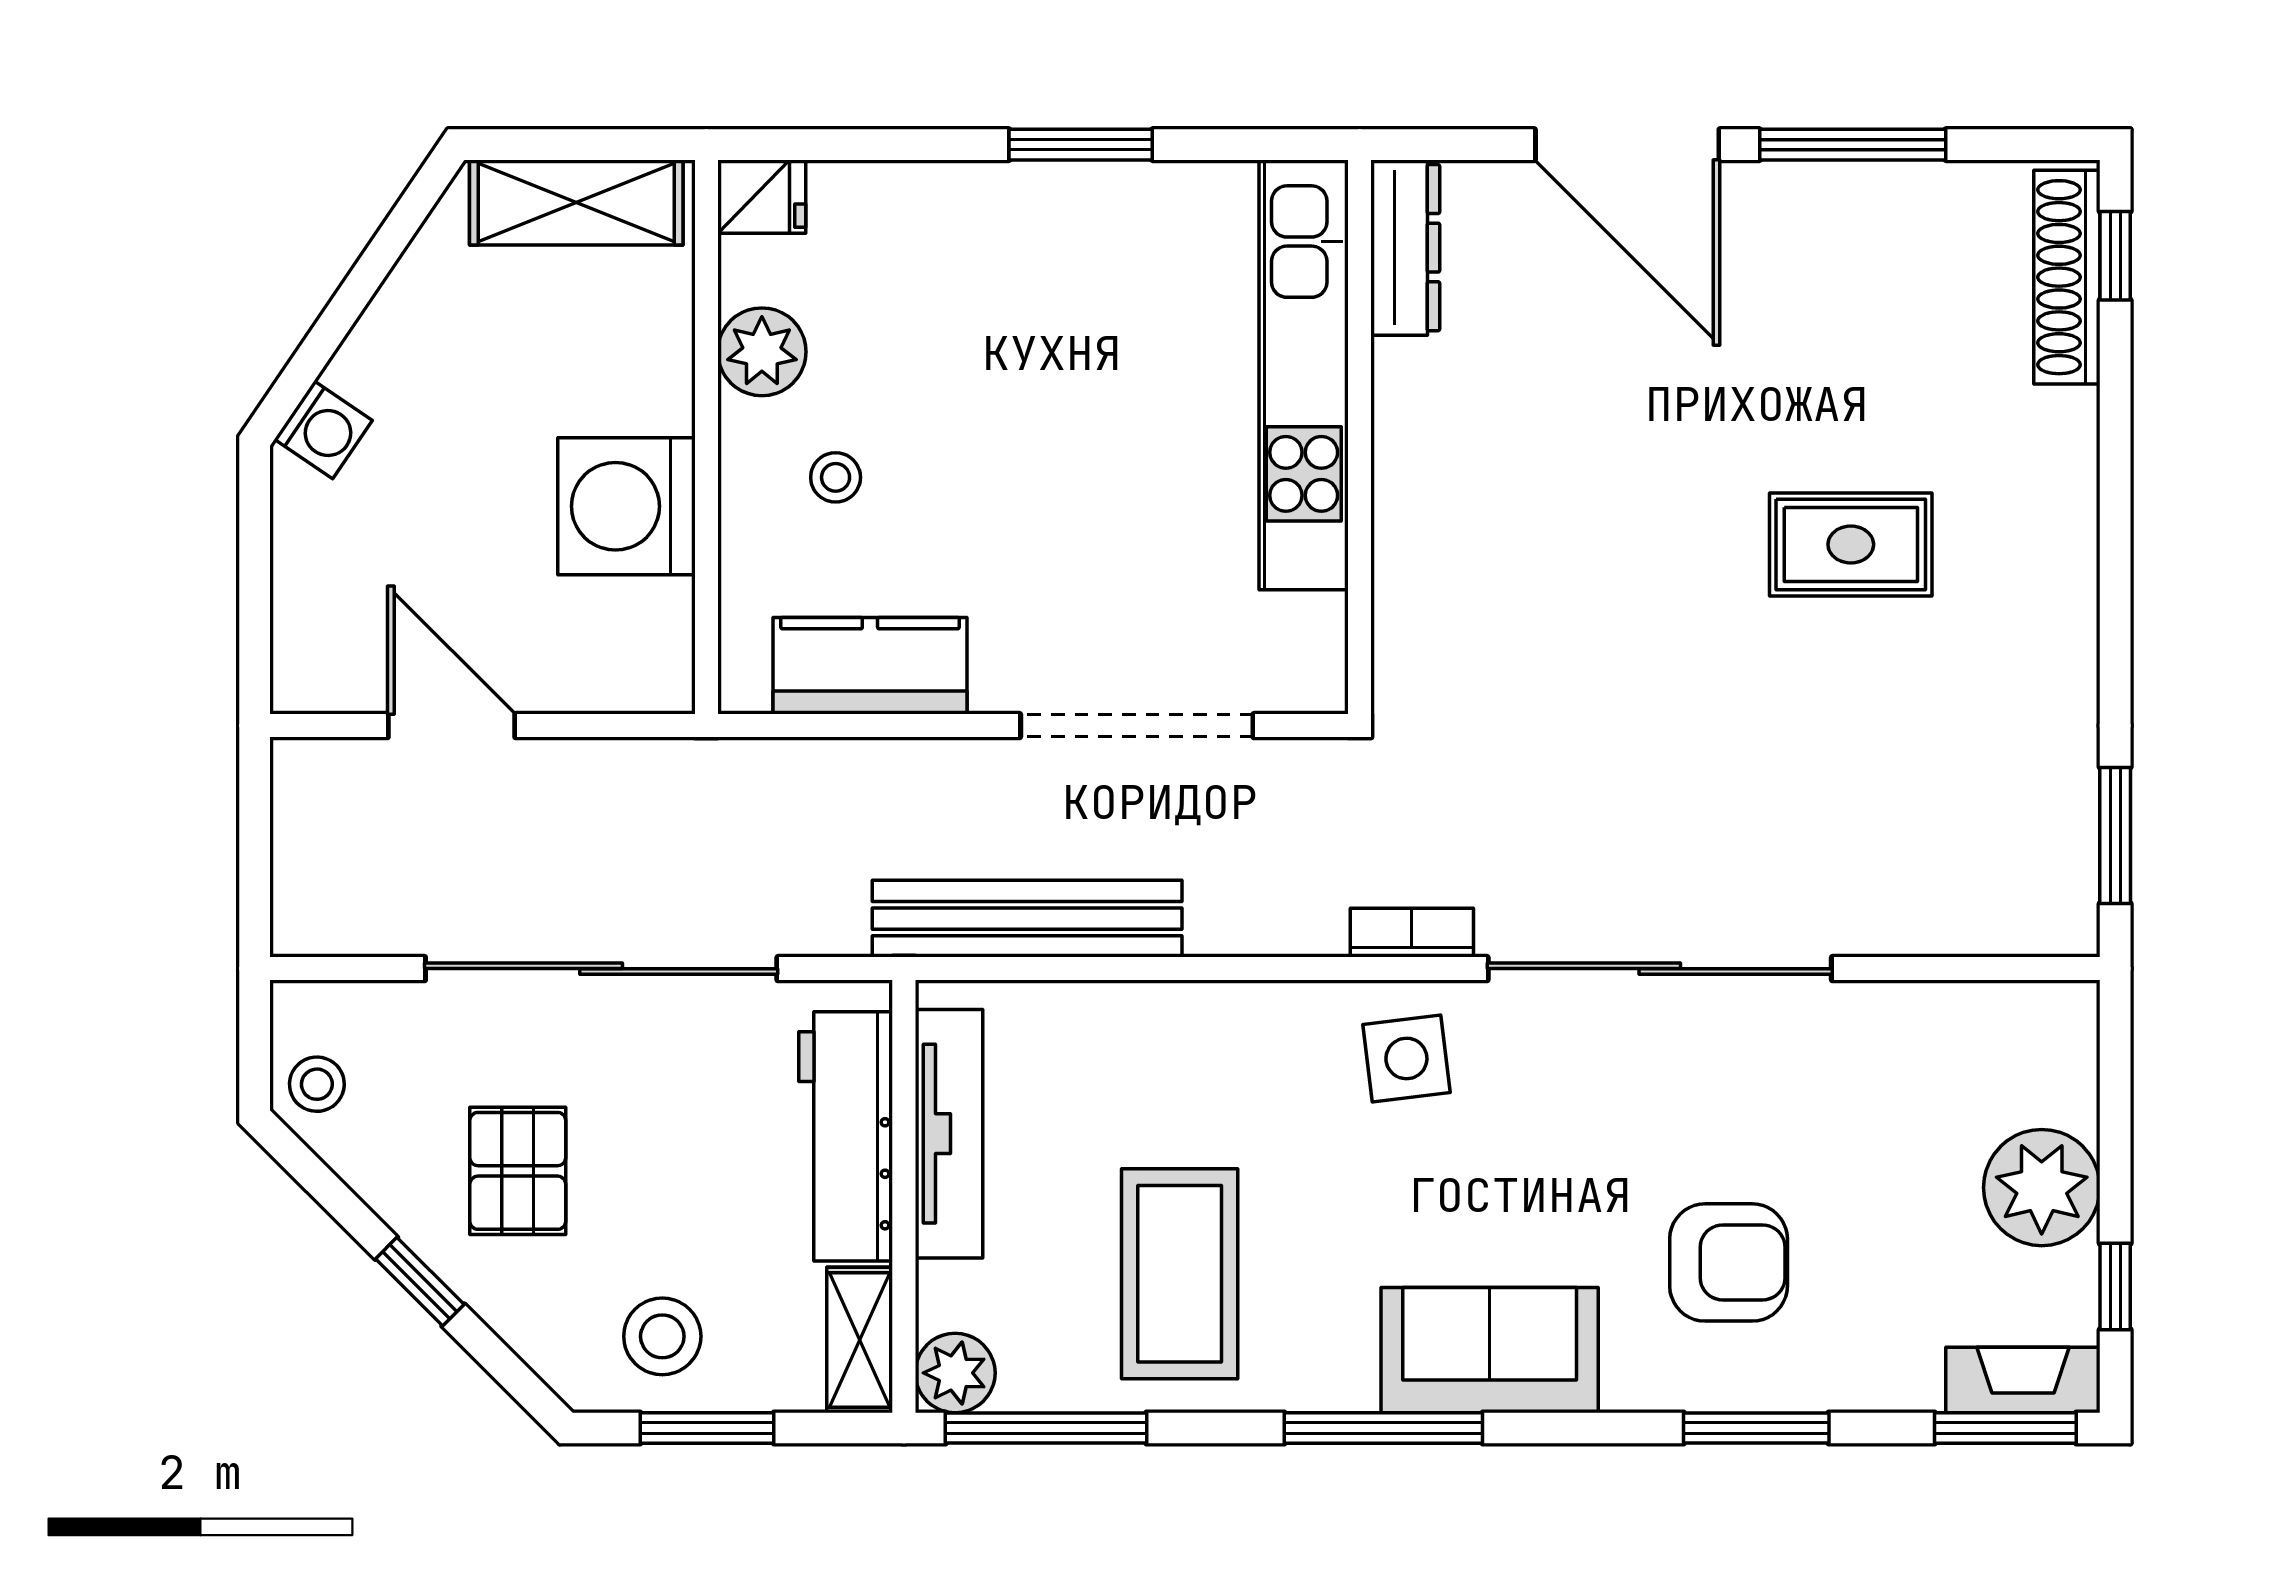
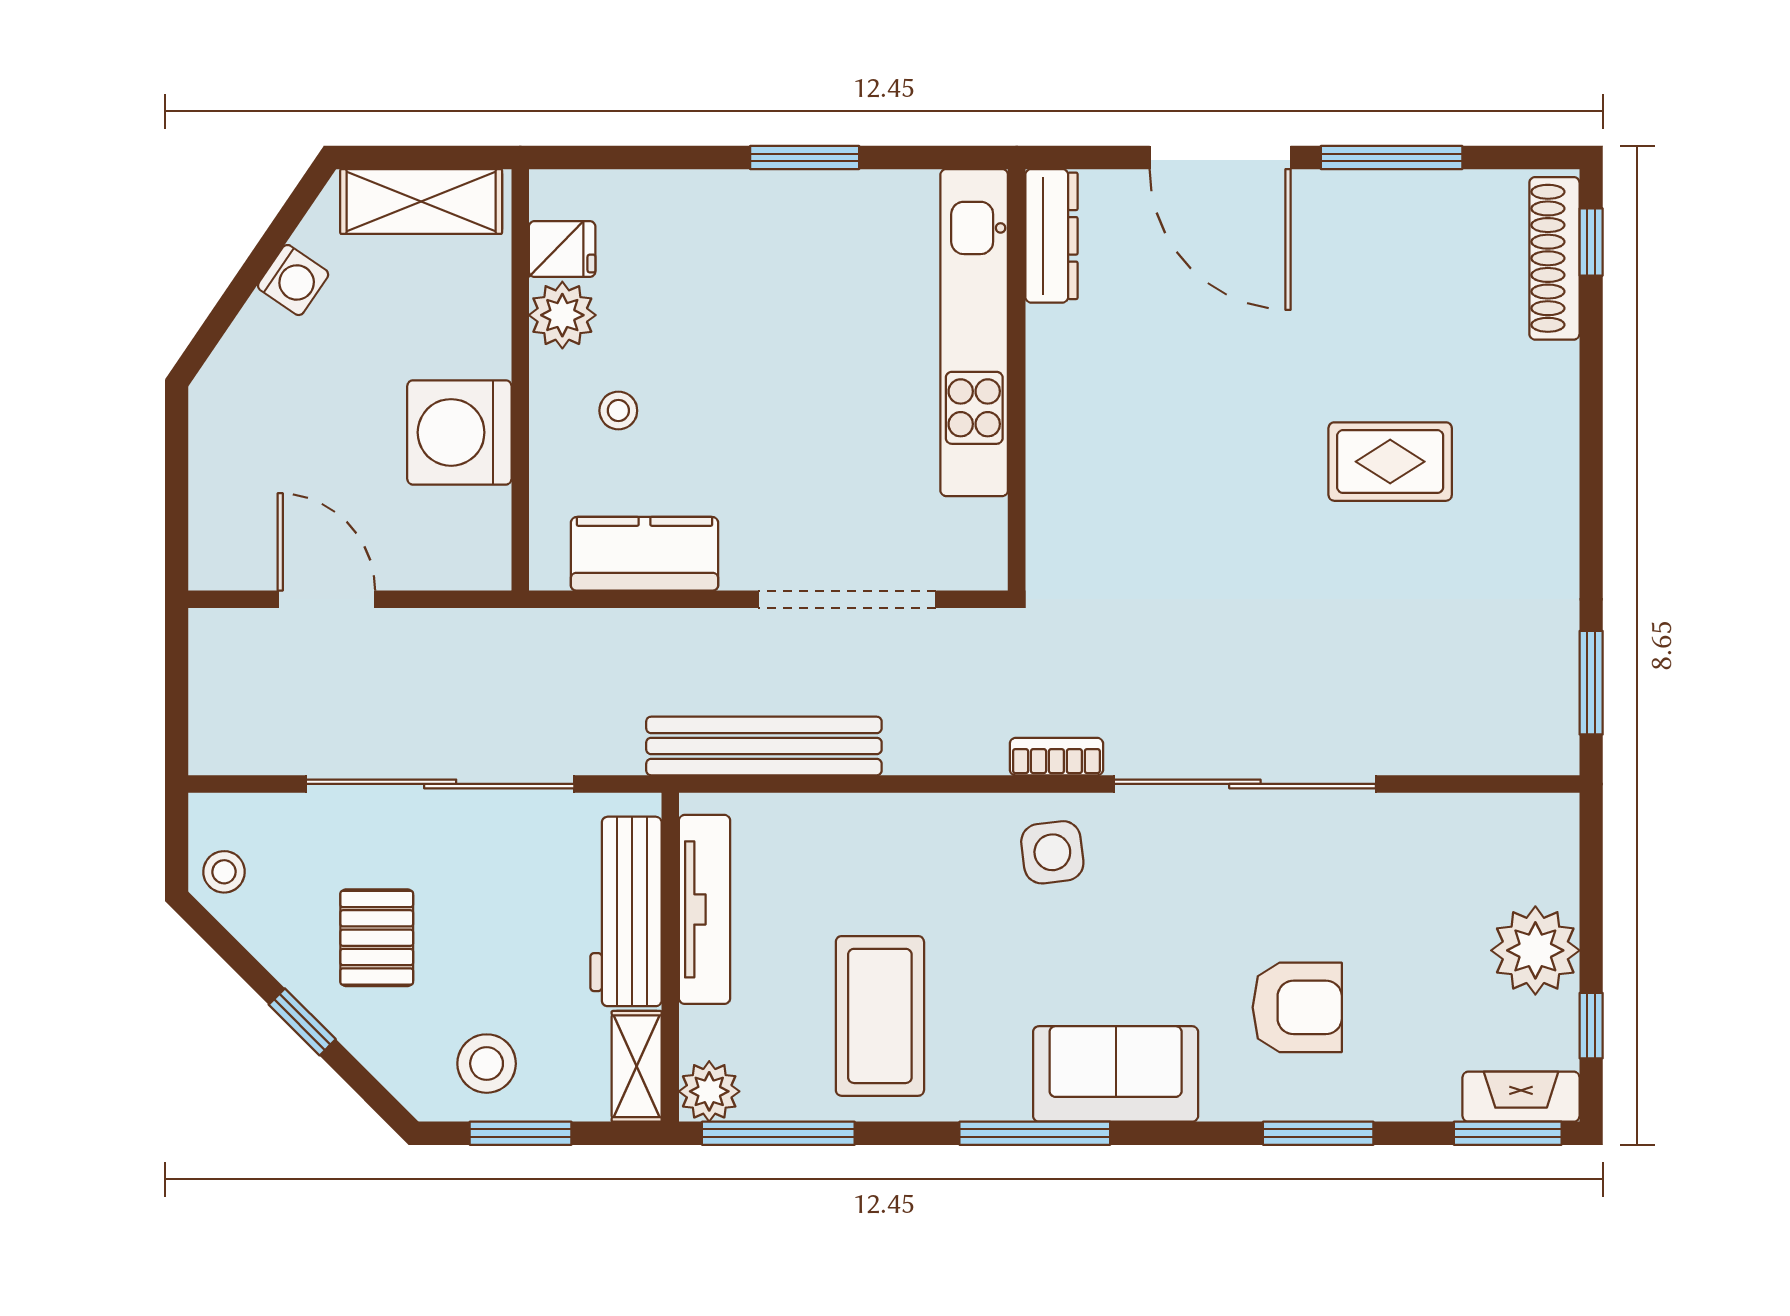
fridge: (762, 197) -> (562, 249), moved
washing machine: (323, 430) -> (293, 280), moved

